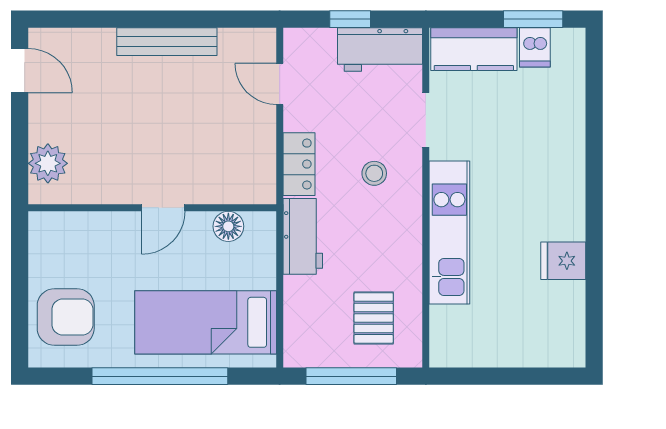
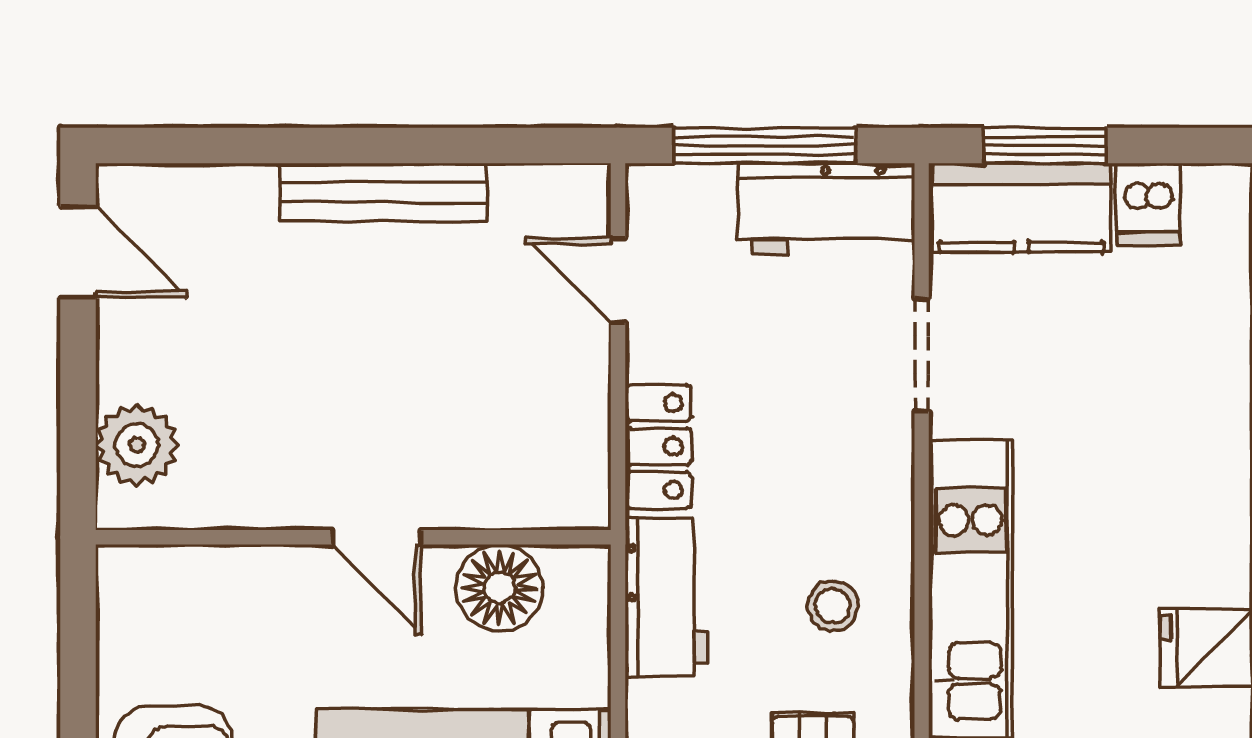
window: (350, 19) -> (764, 145), width x2.17
window: (533, 19) -> (1045, 145), moved
stool: (374, 173) -> (833, 606), moved
door: (163, 208) -> (377, 537), hinge flipped
floor lamp: (228, 226) -> (500, 588), width x1.38, depth x1.38

